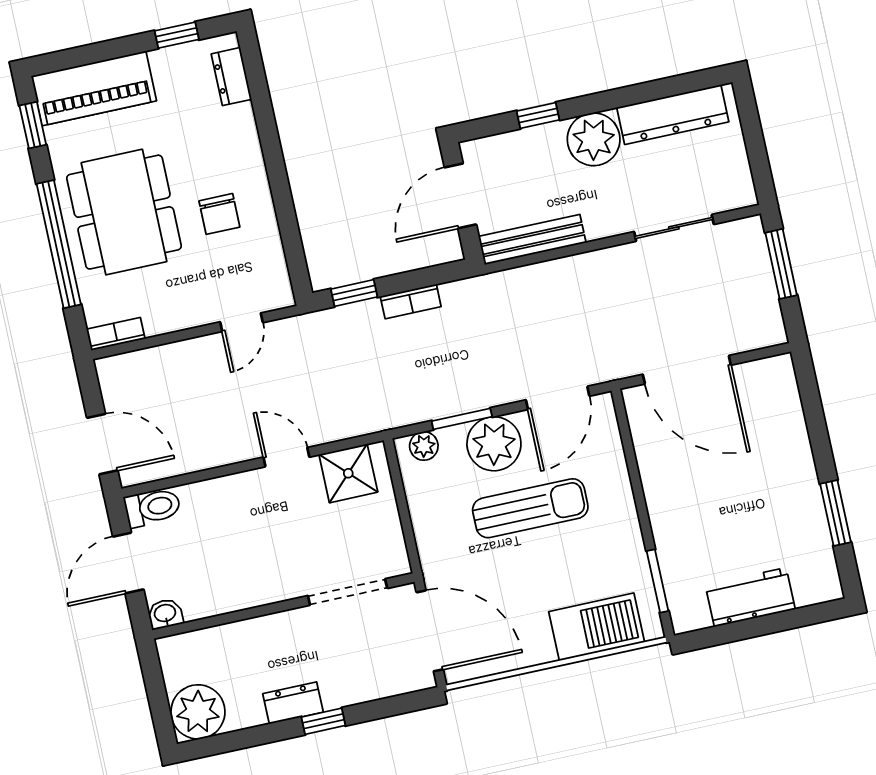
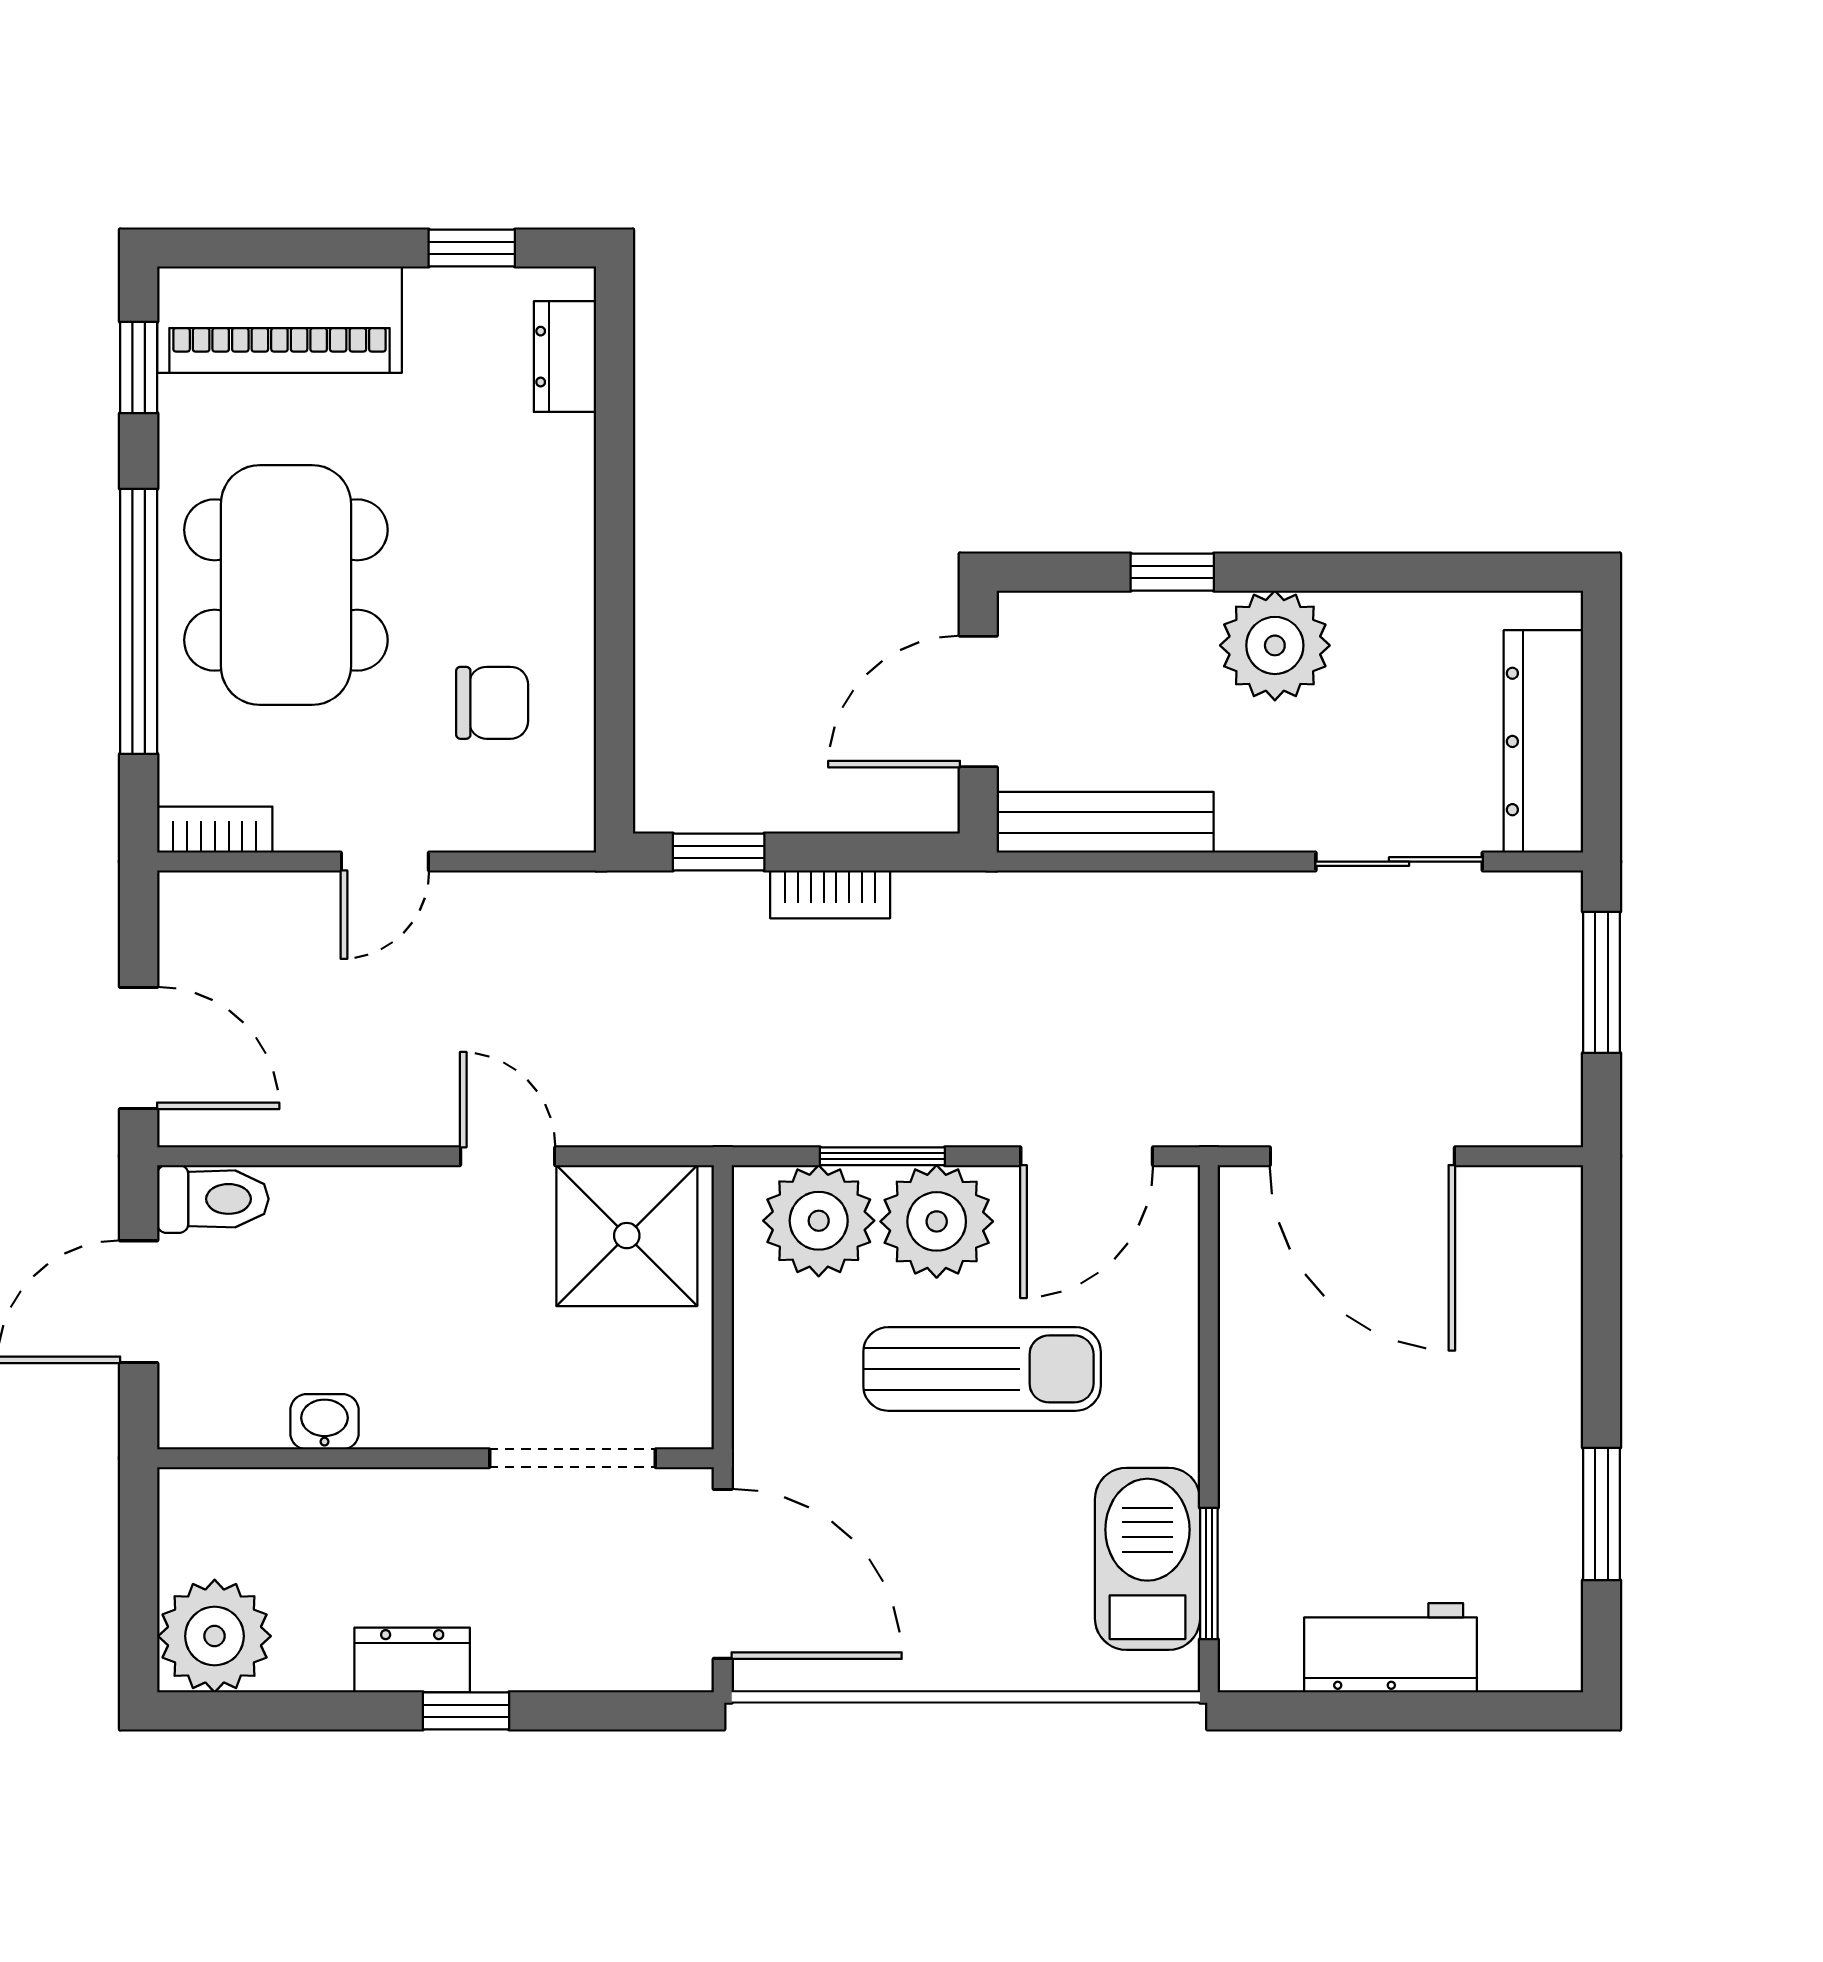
dresser: (673, 115) -> (1543, 741), moved, turned 90
chair: (219, 214) -> (492, 703), moved, turned -90
door: (241, 322) -> (385, 862), moved
plant: (424, 446) -> (819, 1221), width x1.87, depth x1.87
shower: (348, 473) -> (627, 1236), width x1.36, depth x1.36
washbasin: (165, 614) -> (325, 1422), moved
barbecue: (597, 627) -> (1147, 1559), moved, turned -90

